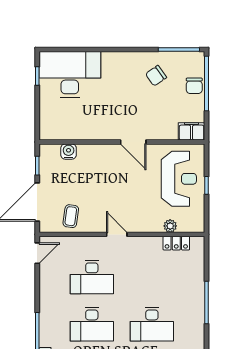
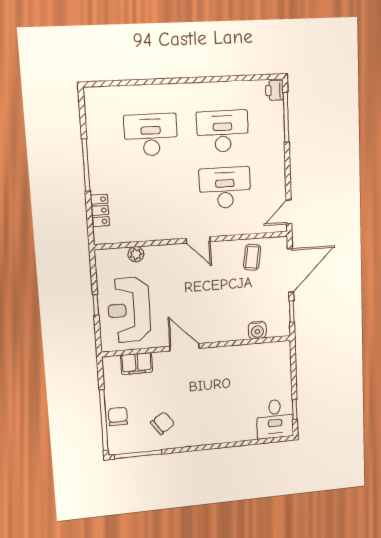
desk: (70, 74) -> (275, 419), width x0.53, depth x0.77
filing cabinet: (192, 131) -> (137, 364), moved
locker: (176, 243) -> (100, 210), moved, turned 90

